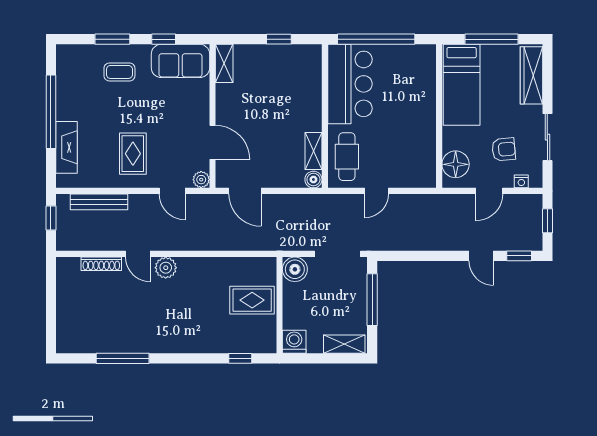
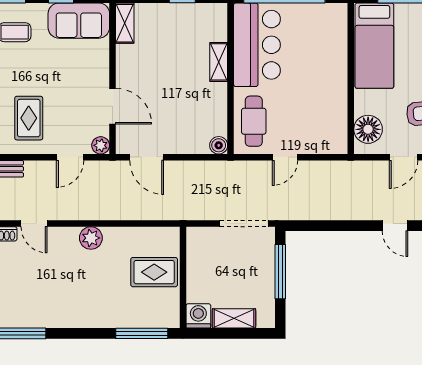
shelving: (313, 151) -> (219, 62), moved
door: (172, 191) -> (70, 157), hinge flipped
plant: (166, 268) -> (91, 238), moved
boiler: (295, 269) -> (199, 240), removed
shelving: (344, 344) -> (234, 318), moved
window: (240, 358) -> (142, 333), width x2.17

